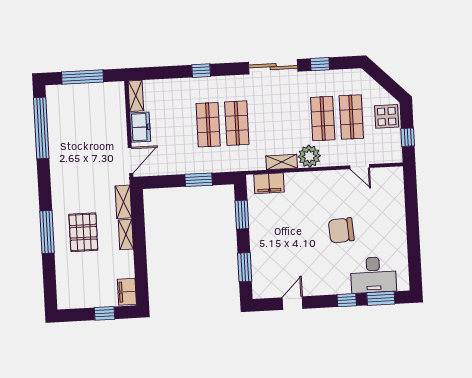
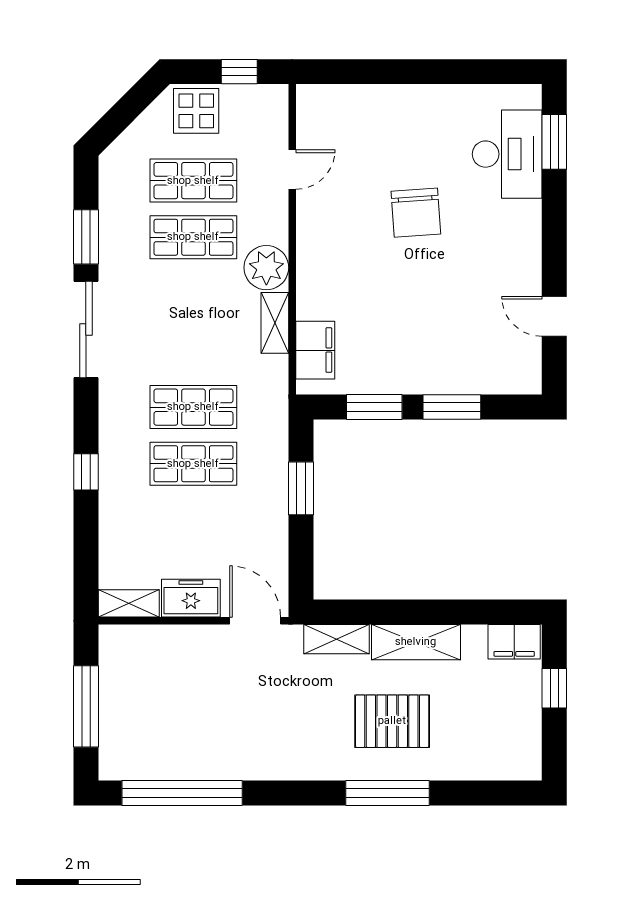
window: (320, 64) -> (86, 237), width x1.50
shelving: (126, 235) -> (416, 642), width x1.50, depth x1.33
window: (245, 267) -> (452, 407), moved
window: (347, 300) -> (554, 209), removed

